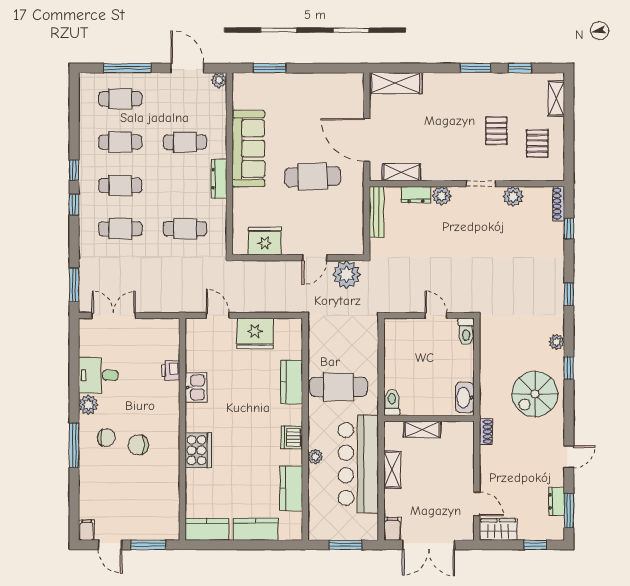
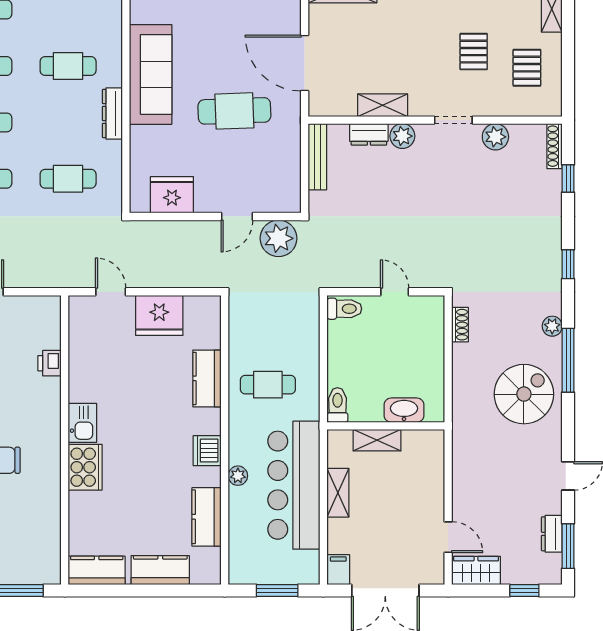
shelving: (401, 172) -> (383, 105), moved
toilet: (466, 332) -> (344, 309), moved, turned -90
window: (569, 368) -> (568, 360), width x2.17
cafe table: (338, 387) -> (268, 385), width x0.73, depth x0.74
kitchen sink: (196, 388) -> (82, 423), moved
spiral stairs: (535, 394) -> (524, 394), turned 180
washbasin: (465, 398) -> (404, 410), moved, turned 90
shoe rack: (486, 432) -> (460, 325), moved

